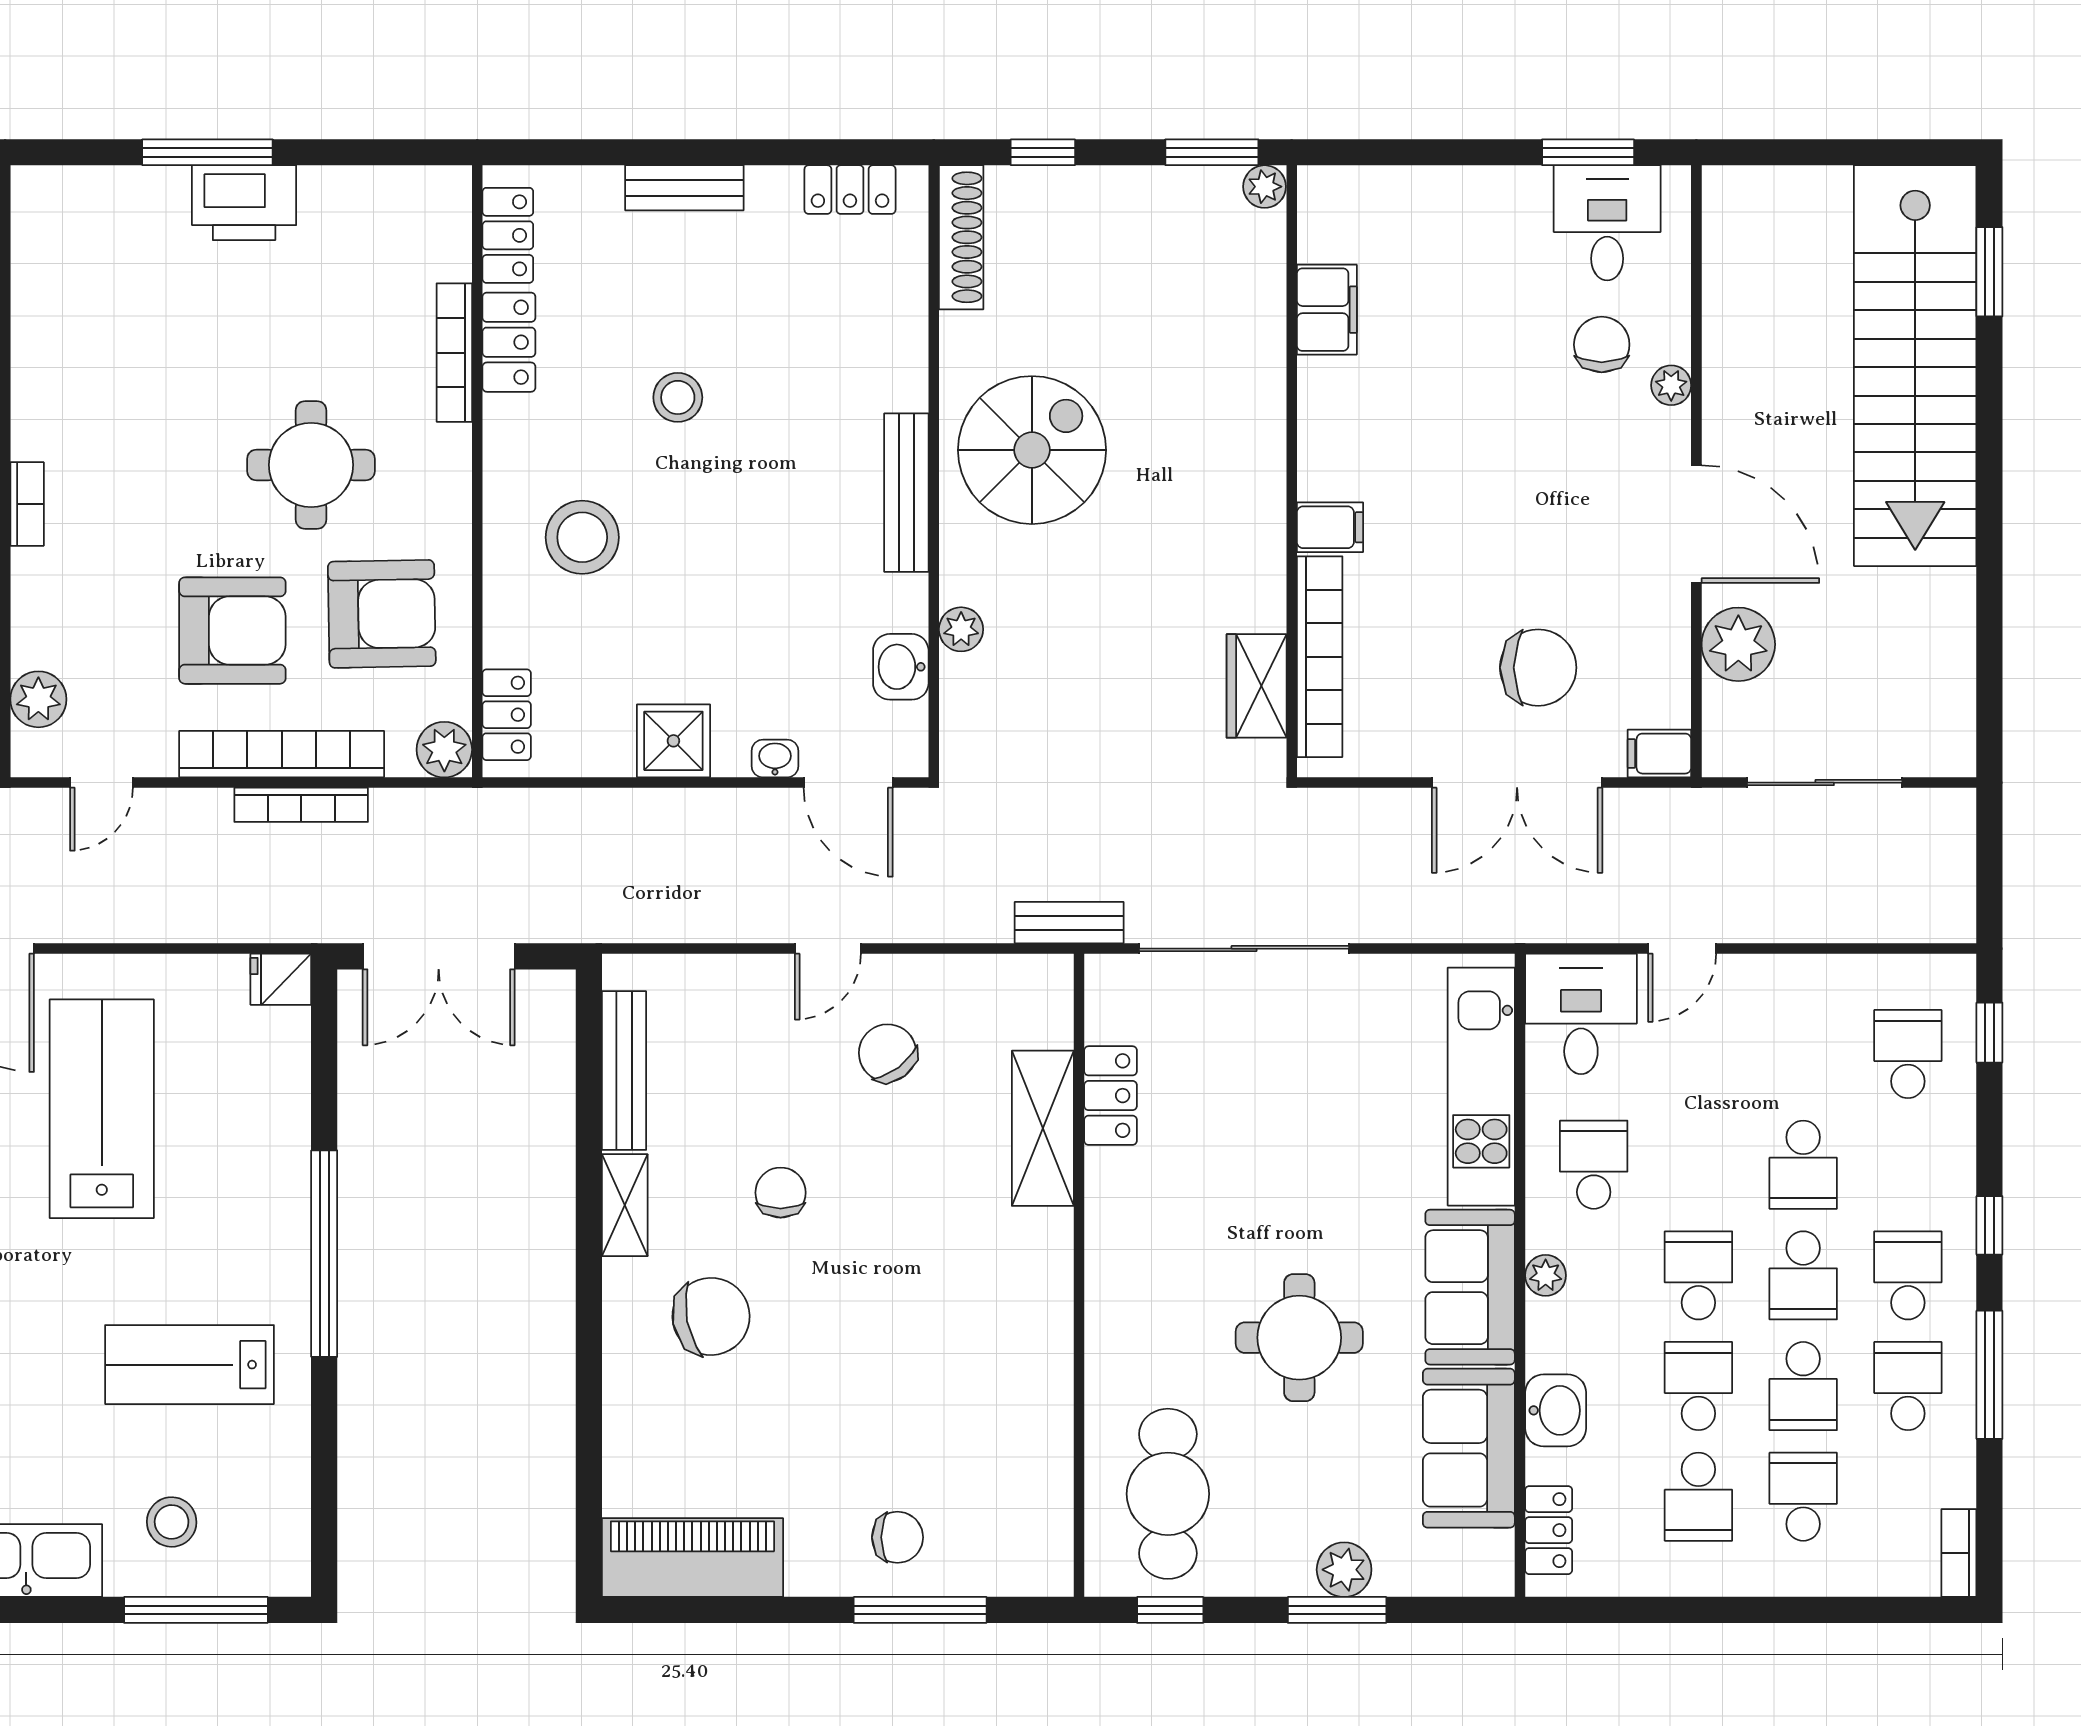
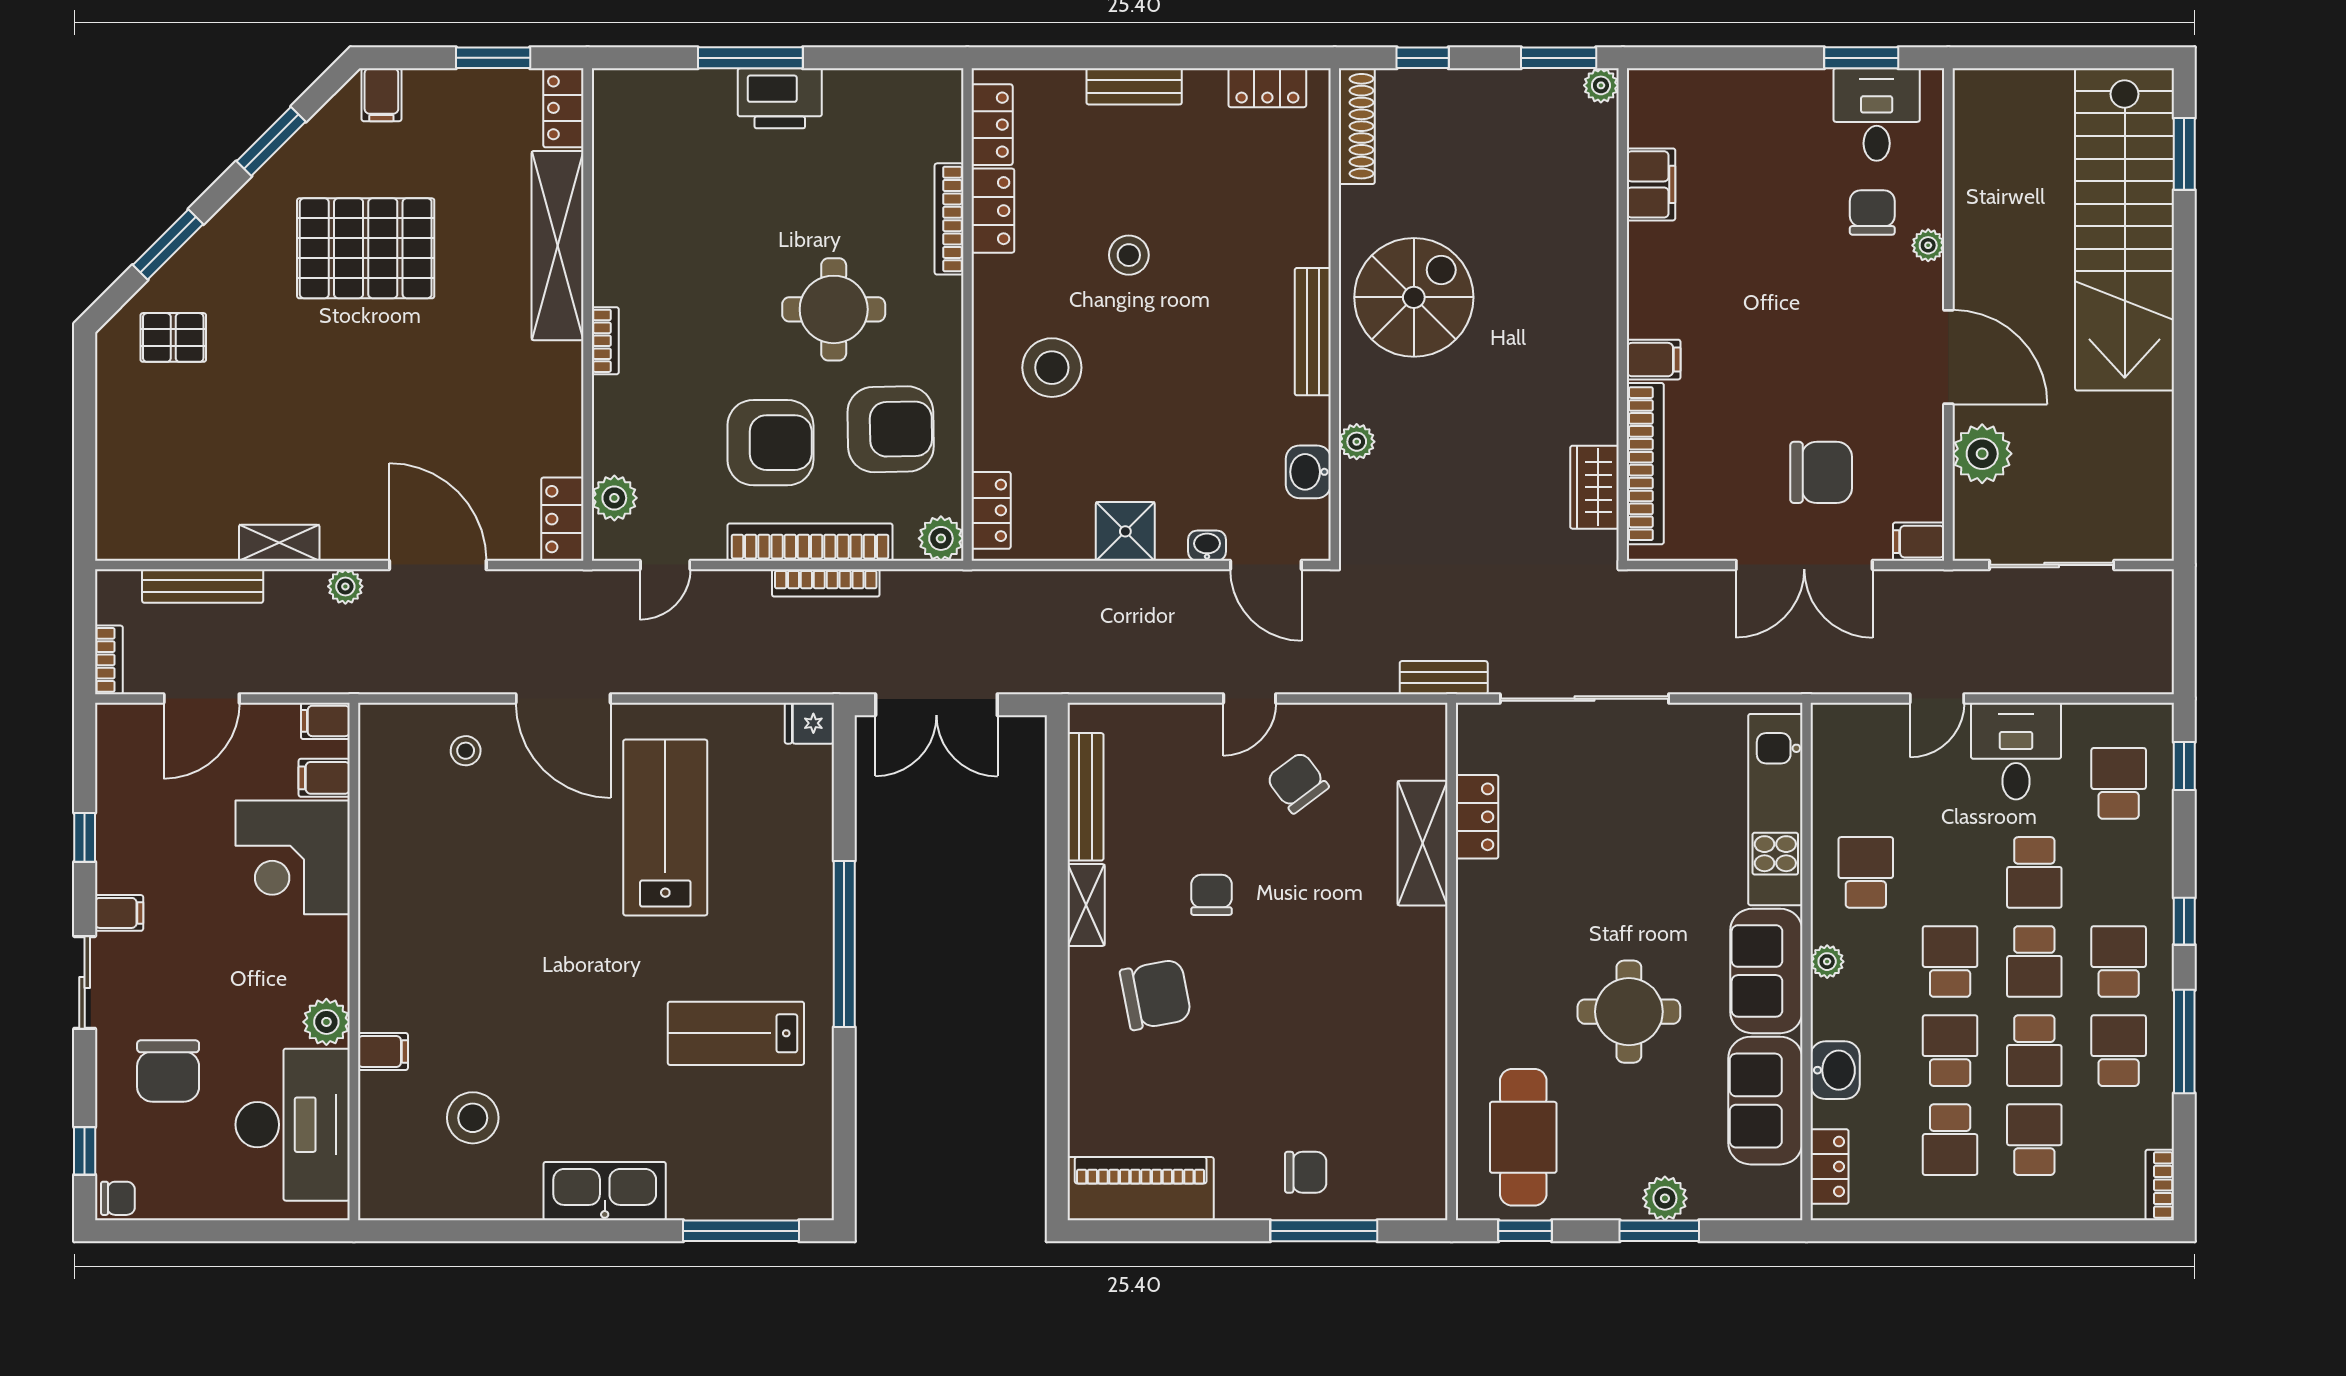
desk: (1581, 1014) -> (2016, 751), moved
stool: (172, 1522) -> (721, 1160), removed

